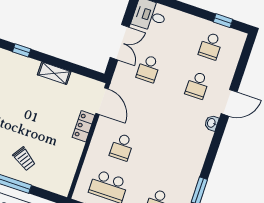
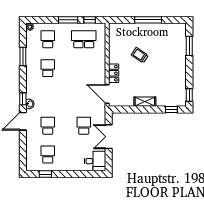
window: (219, 133) -> (23, 99), added
school desk: (122, 147) -> (48, 68), moved
trolley: (24, 159) -> (140, 55), moved

